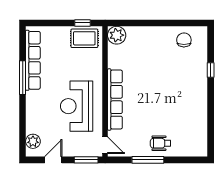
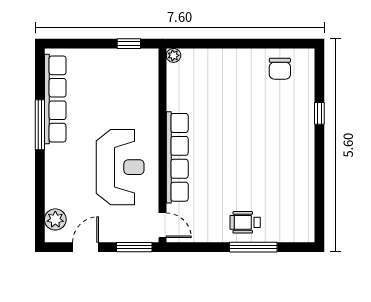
plant: (117, 35) -> (173, 55), width x0.53, depth x0.53
rug: (84, 38) -> (132, 66), removed
chair: (184, 40) -> (280, 69), turned 180
reception desk: (77, 106) -> (120, 167), turned 180
window: (148, 160) -> (253, 247), moved

